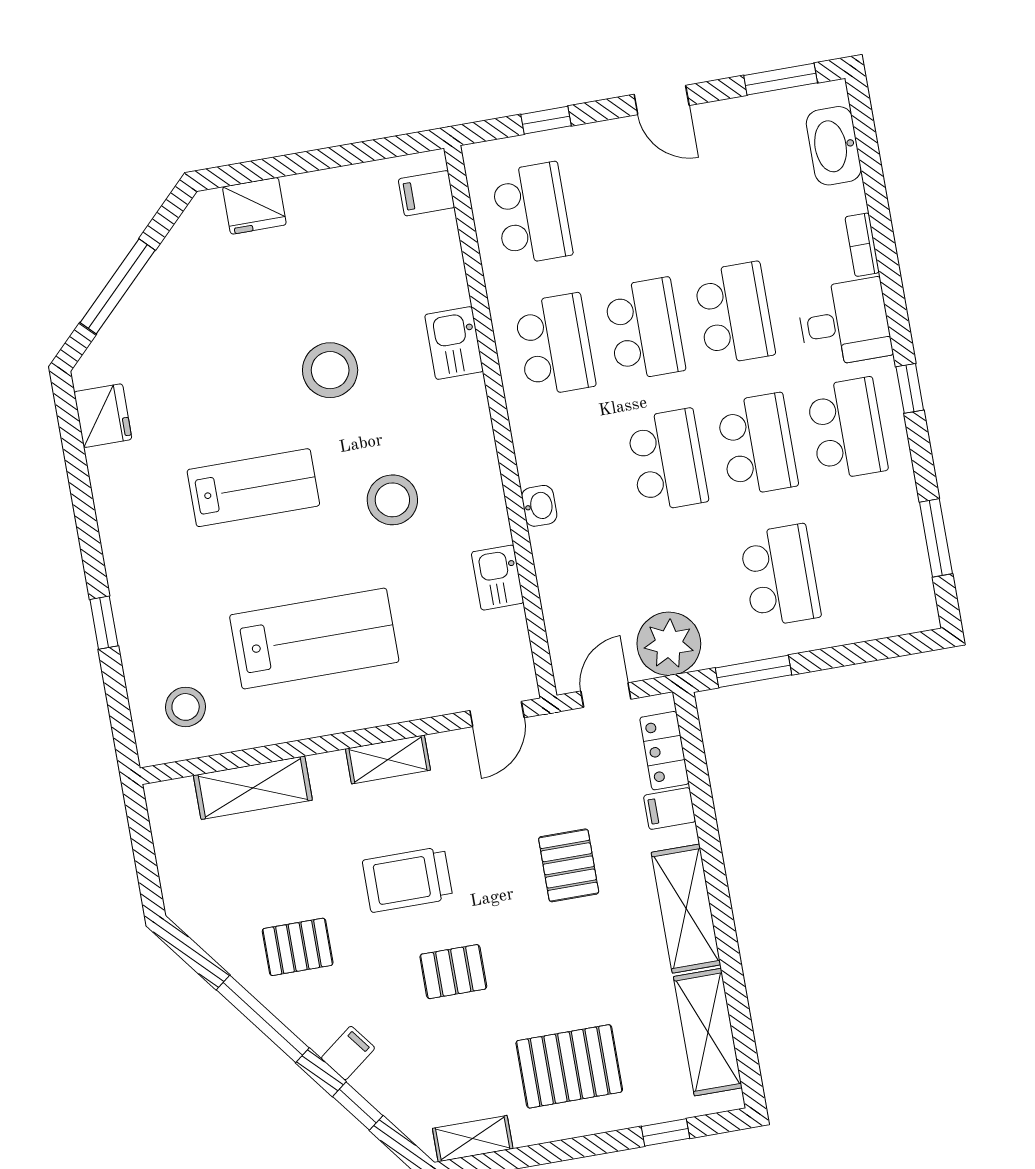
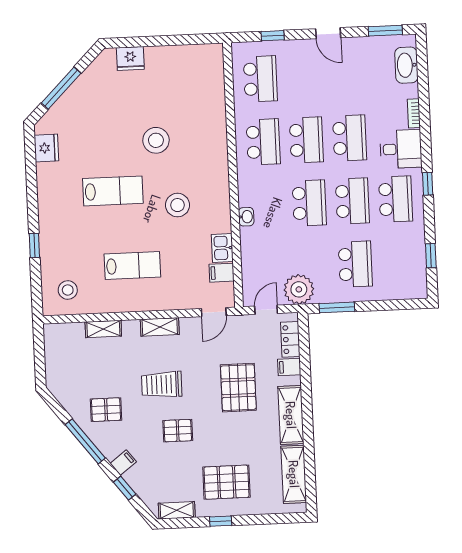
filing cabinet: (427, 193) -> (222, 273), moved
kitchen sink: (454, 343) -> (216, 135), removed
window: (936, 538) -> (431, 256), width x0.67
lab bench: (314, 639) -> (132, 266), width x0.73, depth x0.72
shelving: (253, 788) -> (103, 329), width x0.67, depth x0.75
pallet: (569, 865) -> (238, 388), width x1.50, depth x1.42
window: (665, 1132) -> (221, 521), moved

